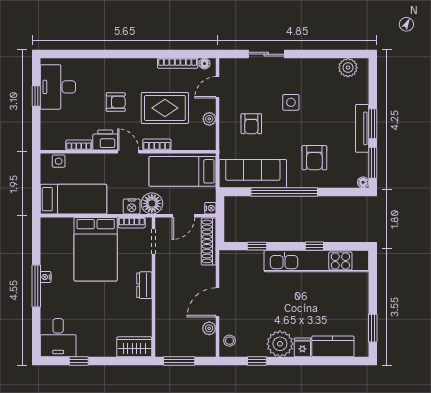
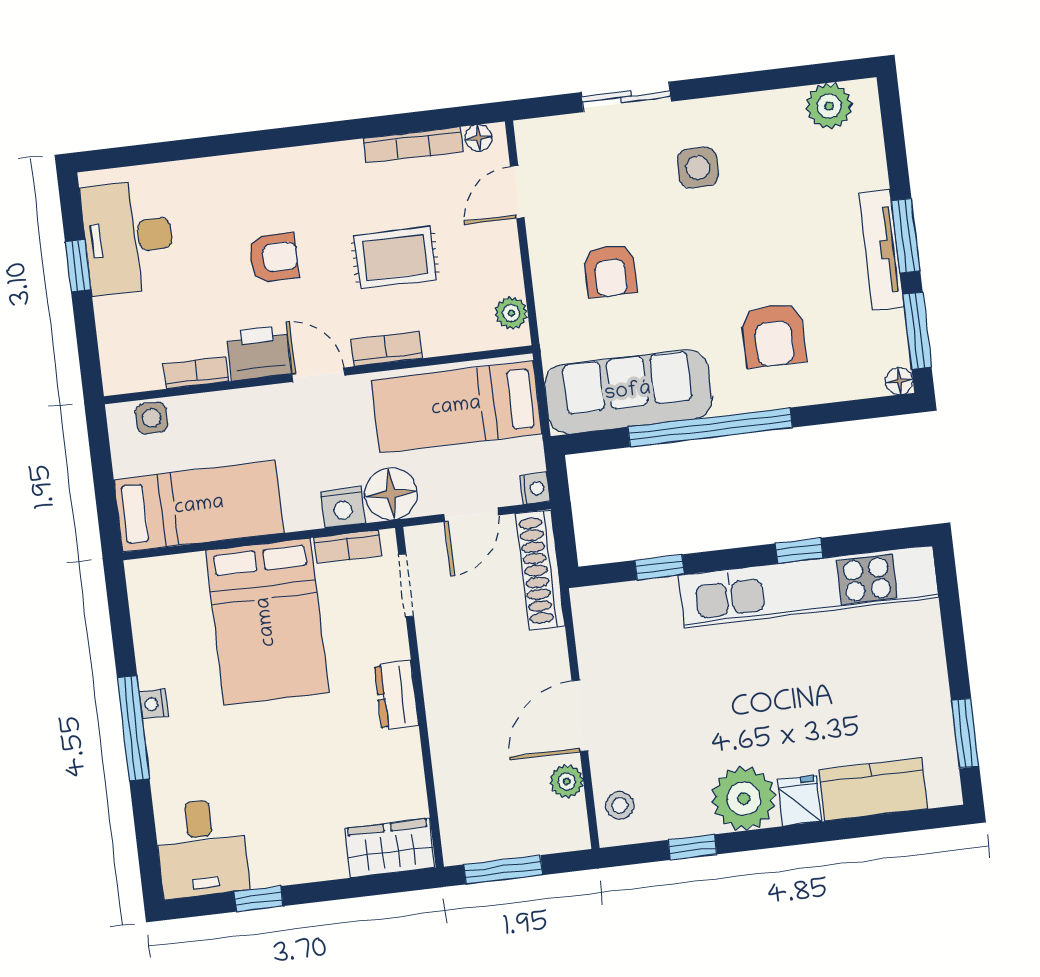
side table: (291, 102) -> (698, 168), moved
rug: (165, 108) -> (395, 258), width x0.73, depth x0.70
plant: (209, 119) -> (511, 313), moved

